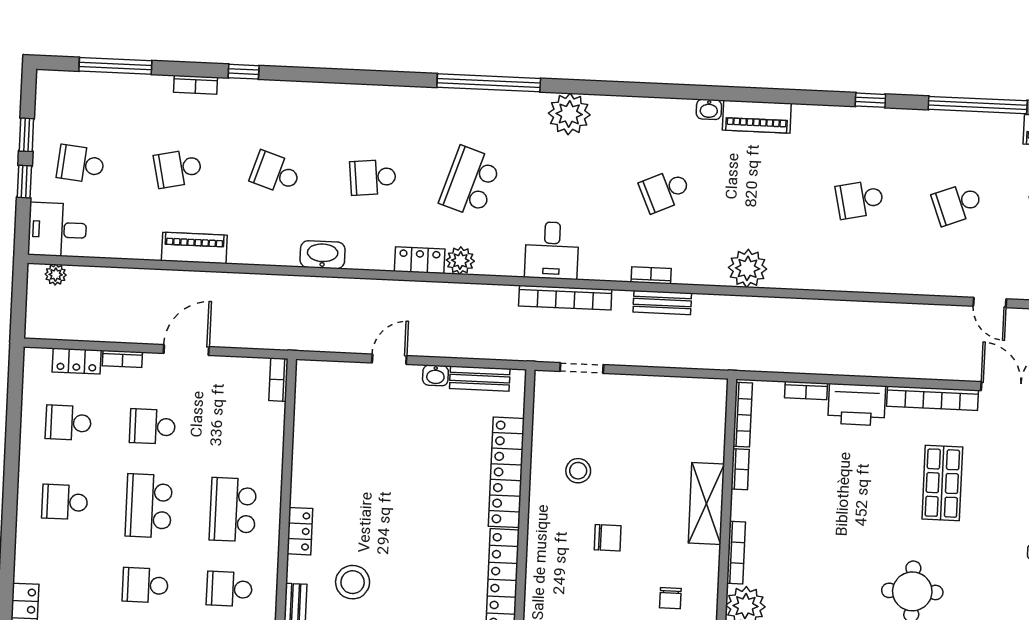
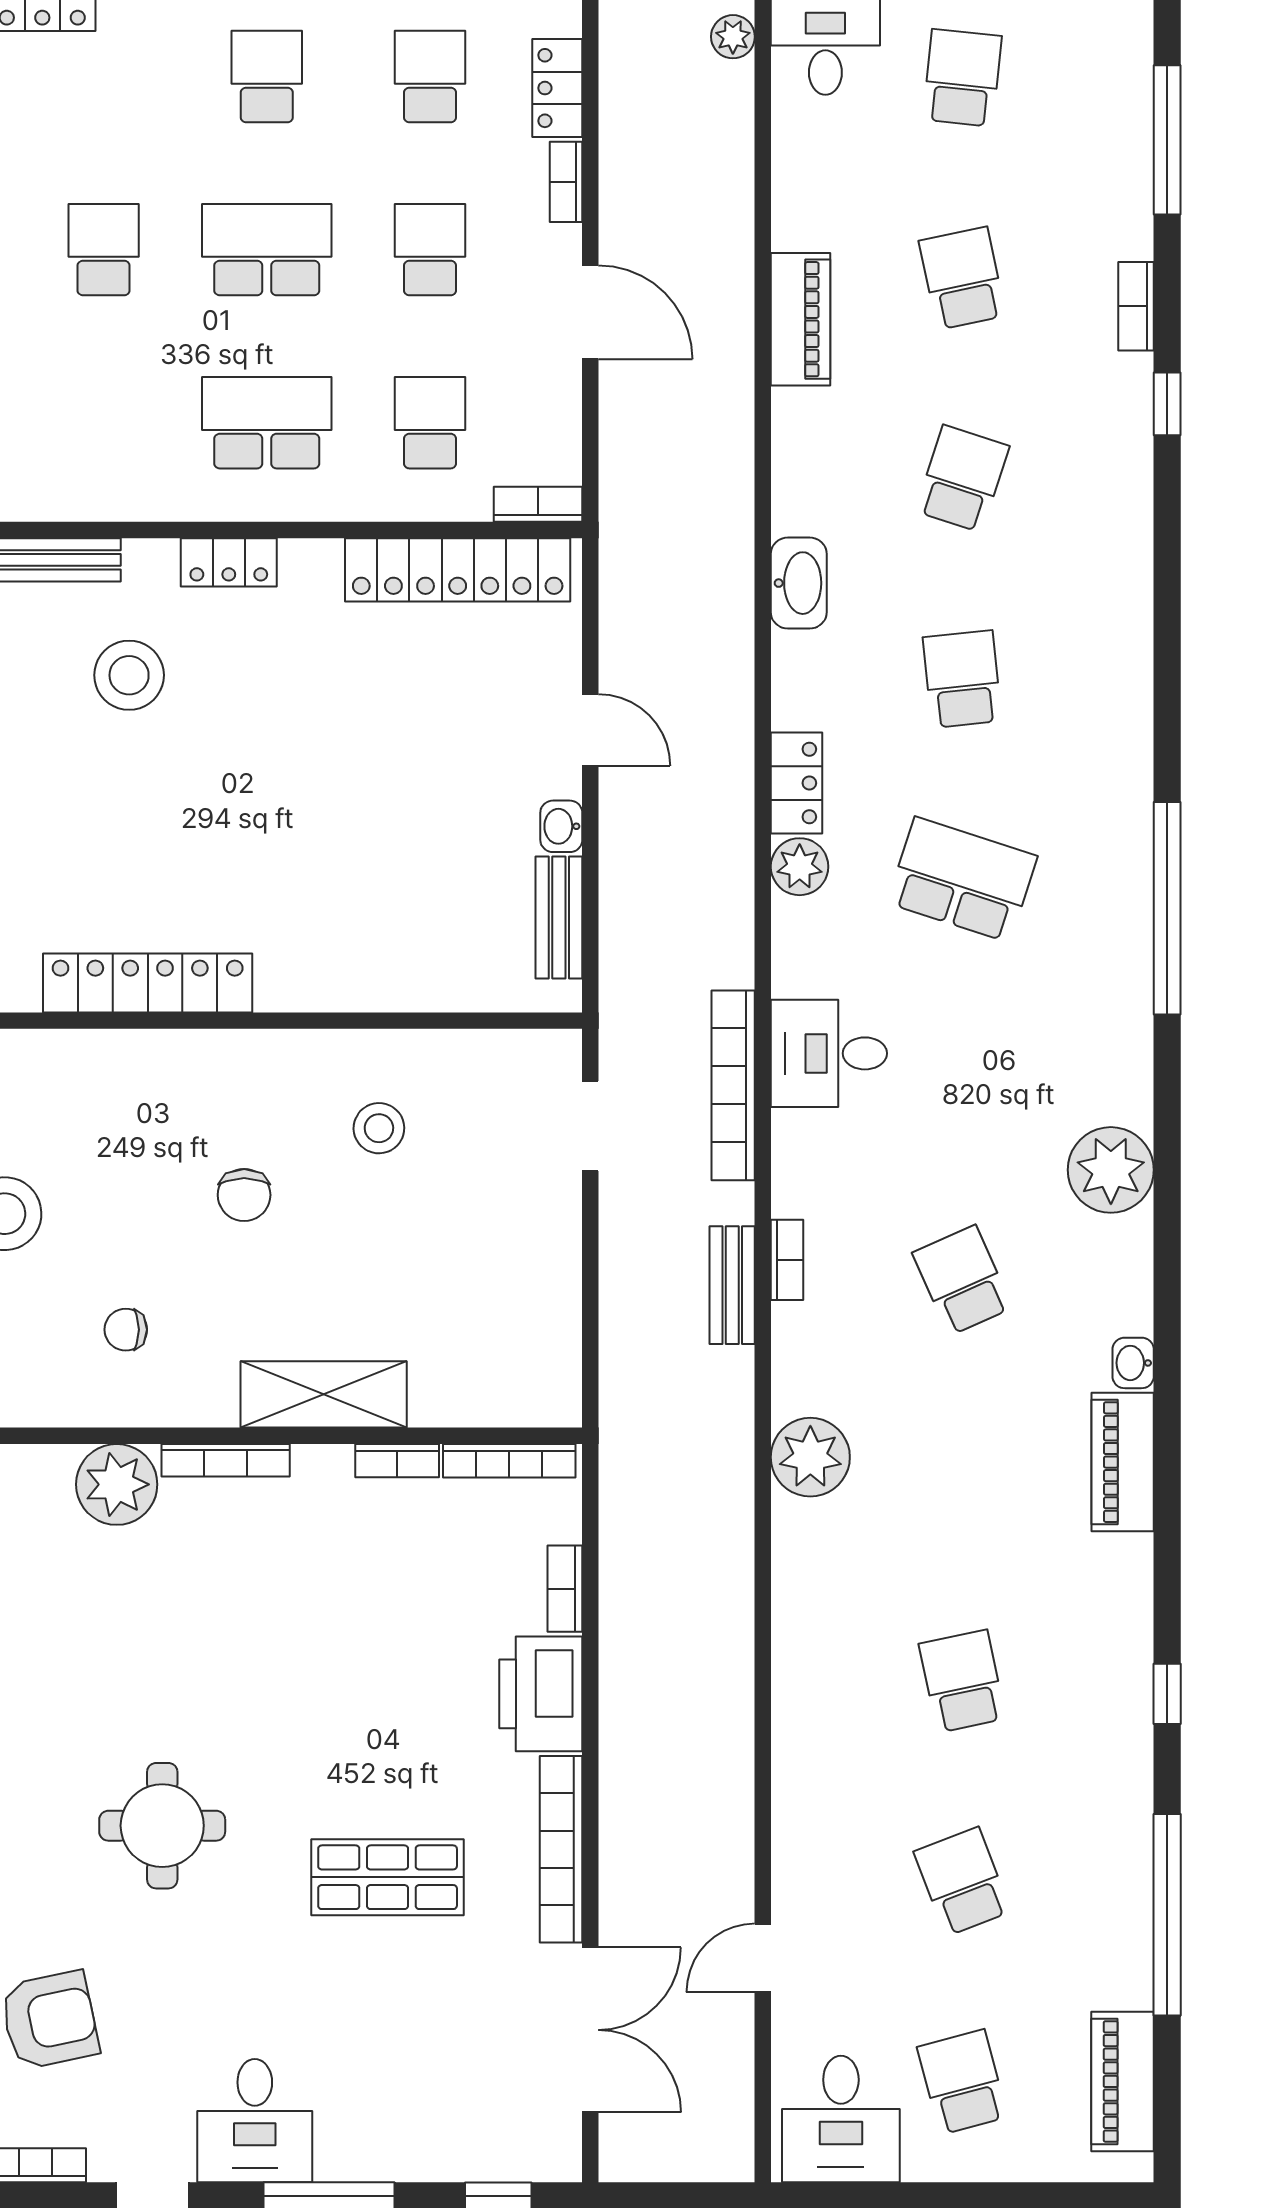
plant: (569, 114) -> (1111, 1170), moved
locker: (506, 472) -> (458, 570), moved, turned 180
school desk: (229, 589) -> (430, 423), moved

